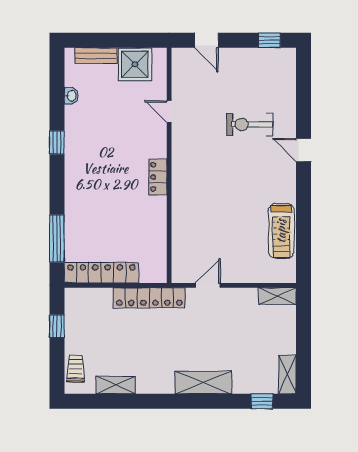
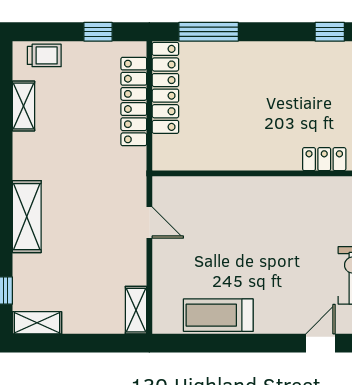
locker: (158, 177) -> (324, 159), moved
locker: (149, 298) -> (134, 101), moved

